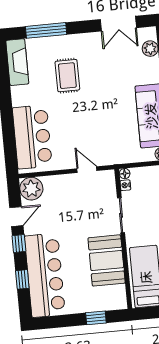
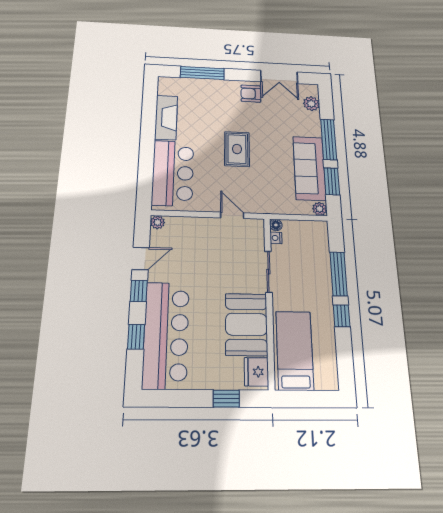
armchair: (93, 46) -> (251, 94), added
fireplace: (17, 62) -> (166, 117), moved
rug: (67, 76) -> (237, 149), moved
plant: (31, 189) -> (158, 222), width x0.53, depth x0.53
fridge: (117, 296) -> (256, 372), added

